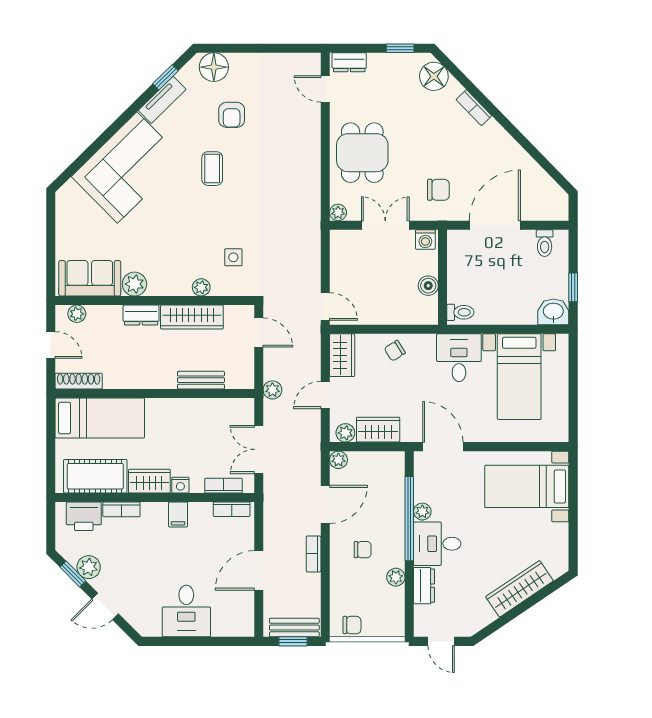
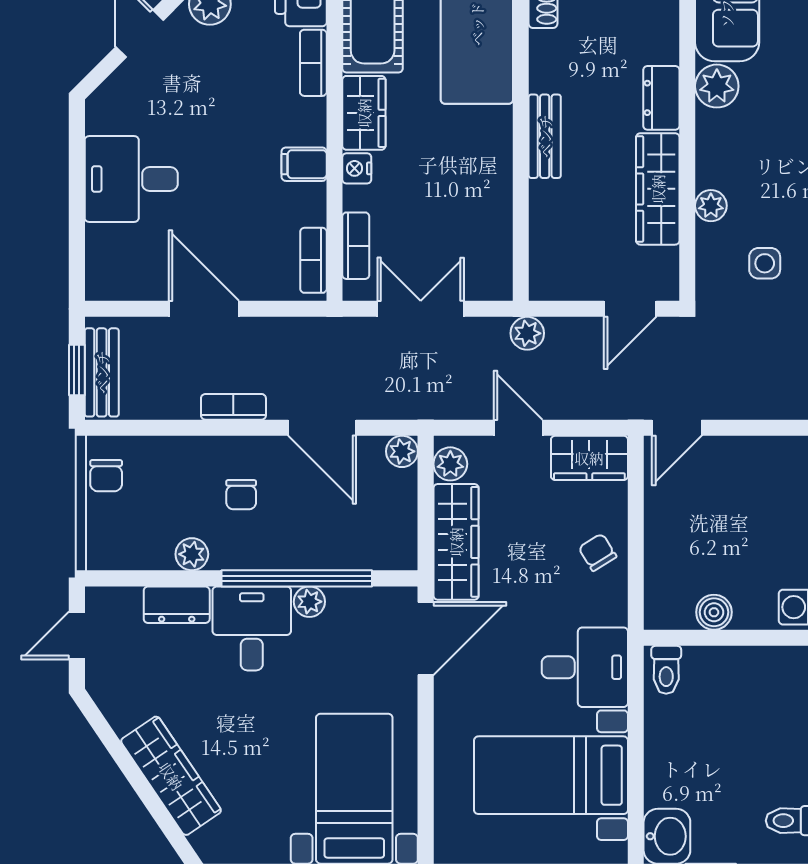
bench: (201, 380) -> (545, 136), moved
wardrobe: (378, 430) -> (456, 542), width x1.50

